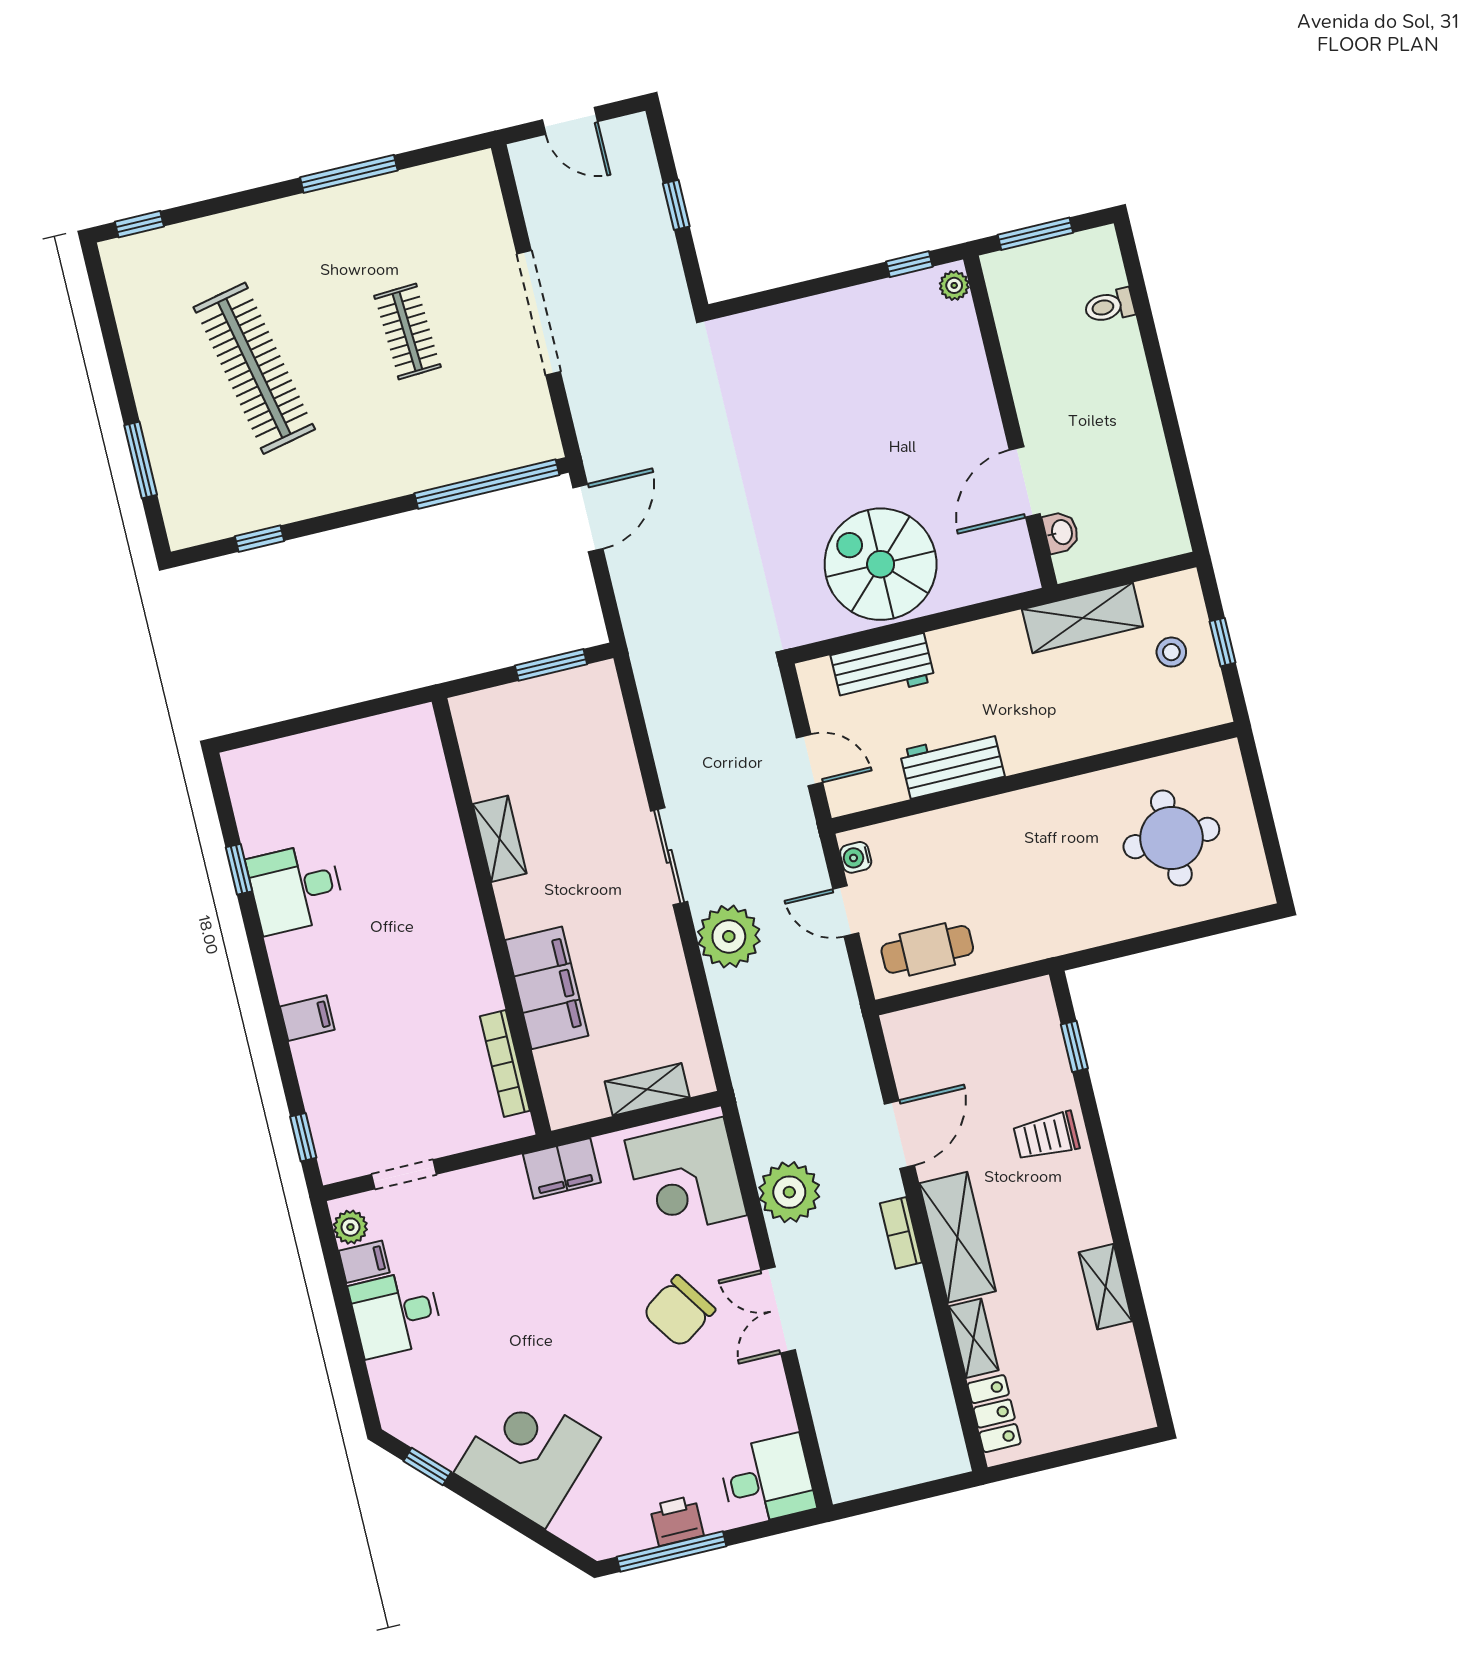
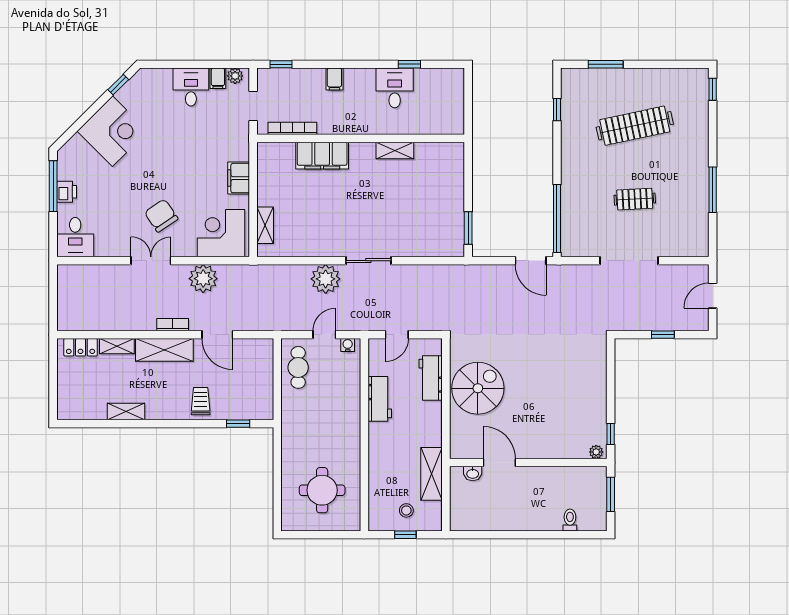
shelving: (500, 839) -> (395, 150), moved
wall: (491, 916) -> (361, 138), moved
filing cabinet: (547, 988) -> (322, 156), moved
bookcase: (505, 1063) -> (292, 128), moved

